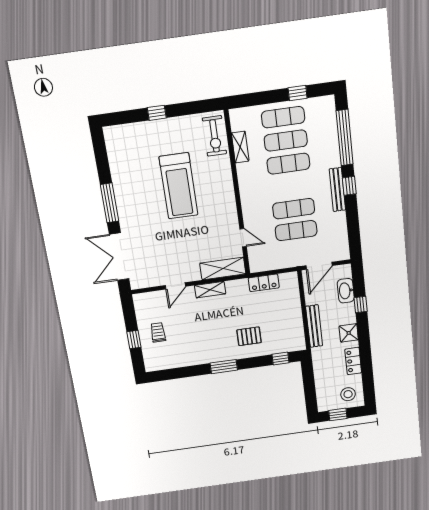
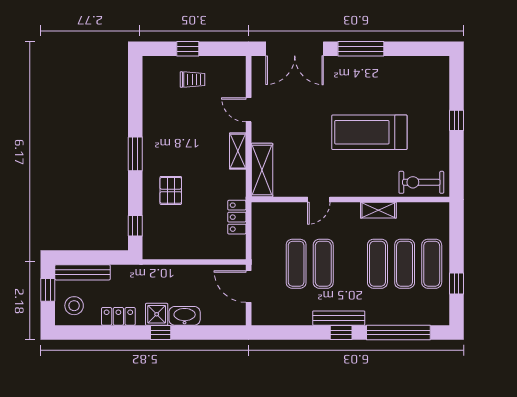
shelving: (240, 147) -> (378, 210), moved
door: (243, 238) -> (319, 199), moved
double door: (119, 257) -> (295, 49), swing flipped
washbasin: (346, 291) -> (185, 316), moved
window: (361, 305) -> (161, 332), moved
bench: (314, 326) -> (82, 272), moved

